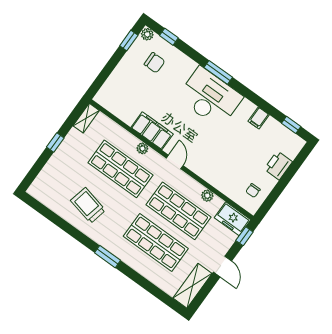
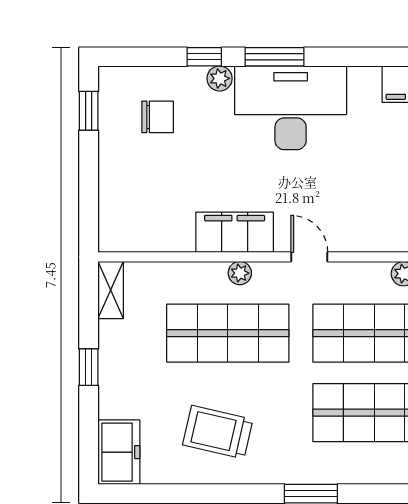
plant: (147, 34) -> (220, 78), moved
window: (169, 37) -> (204, 57), moved
freezer: (43, 185) -> (119, 452), added

